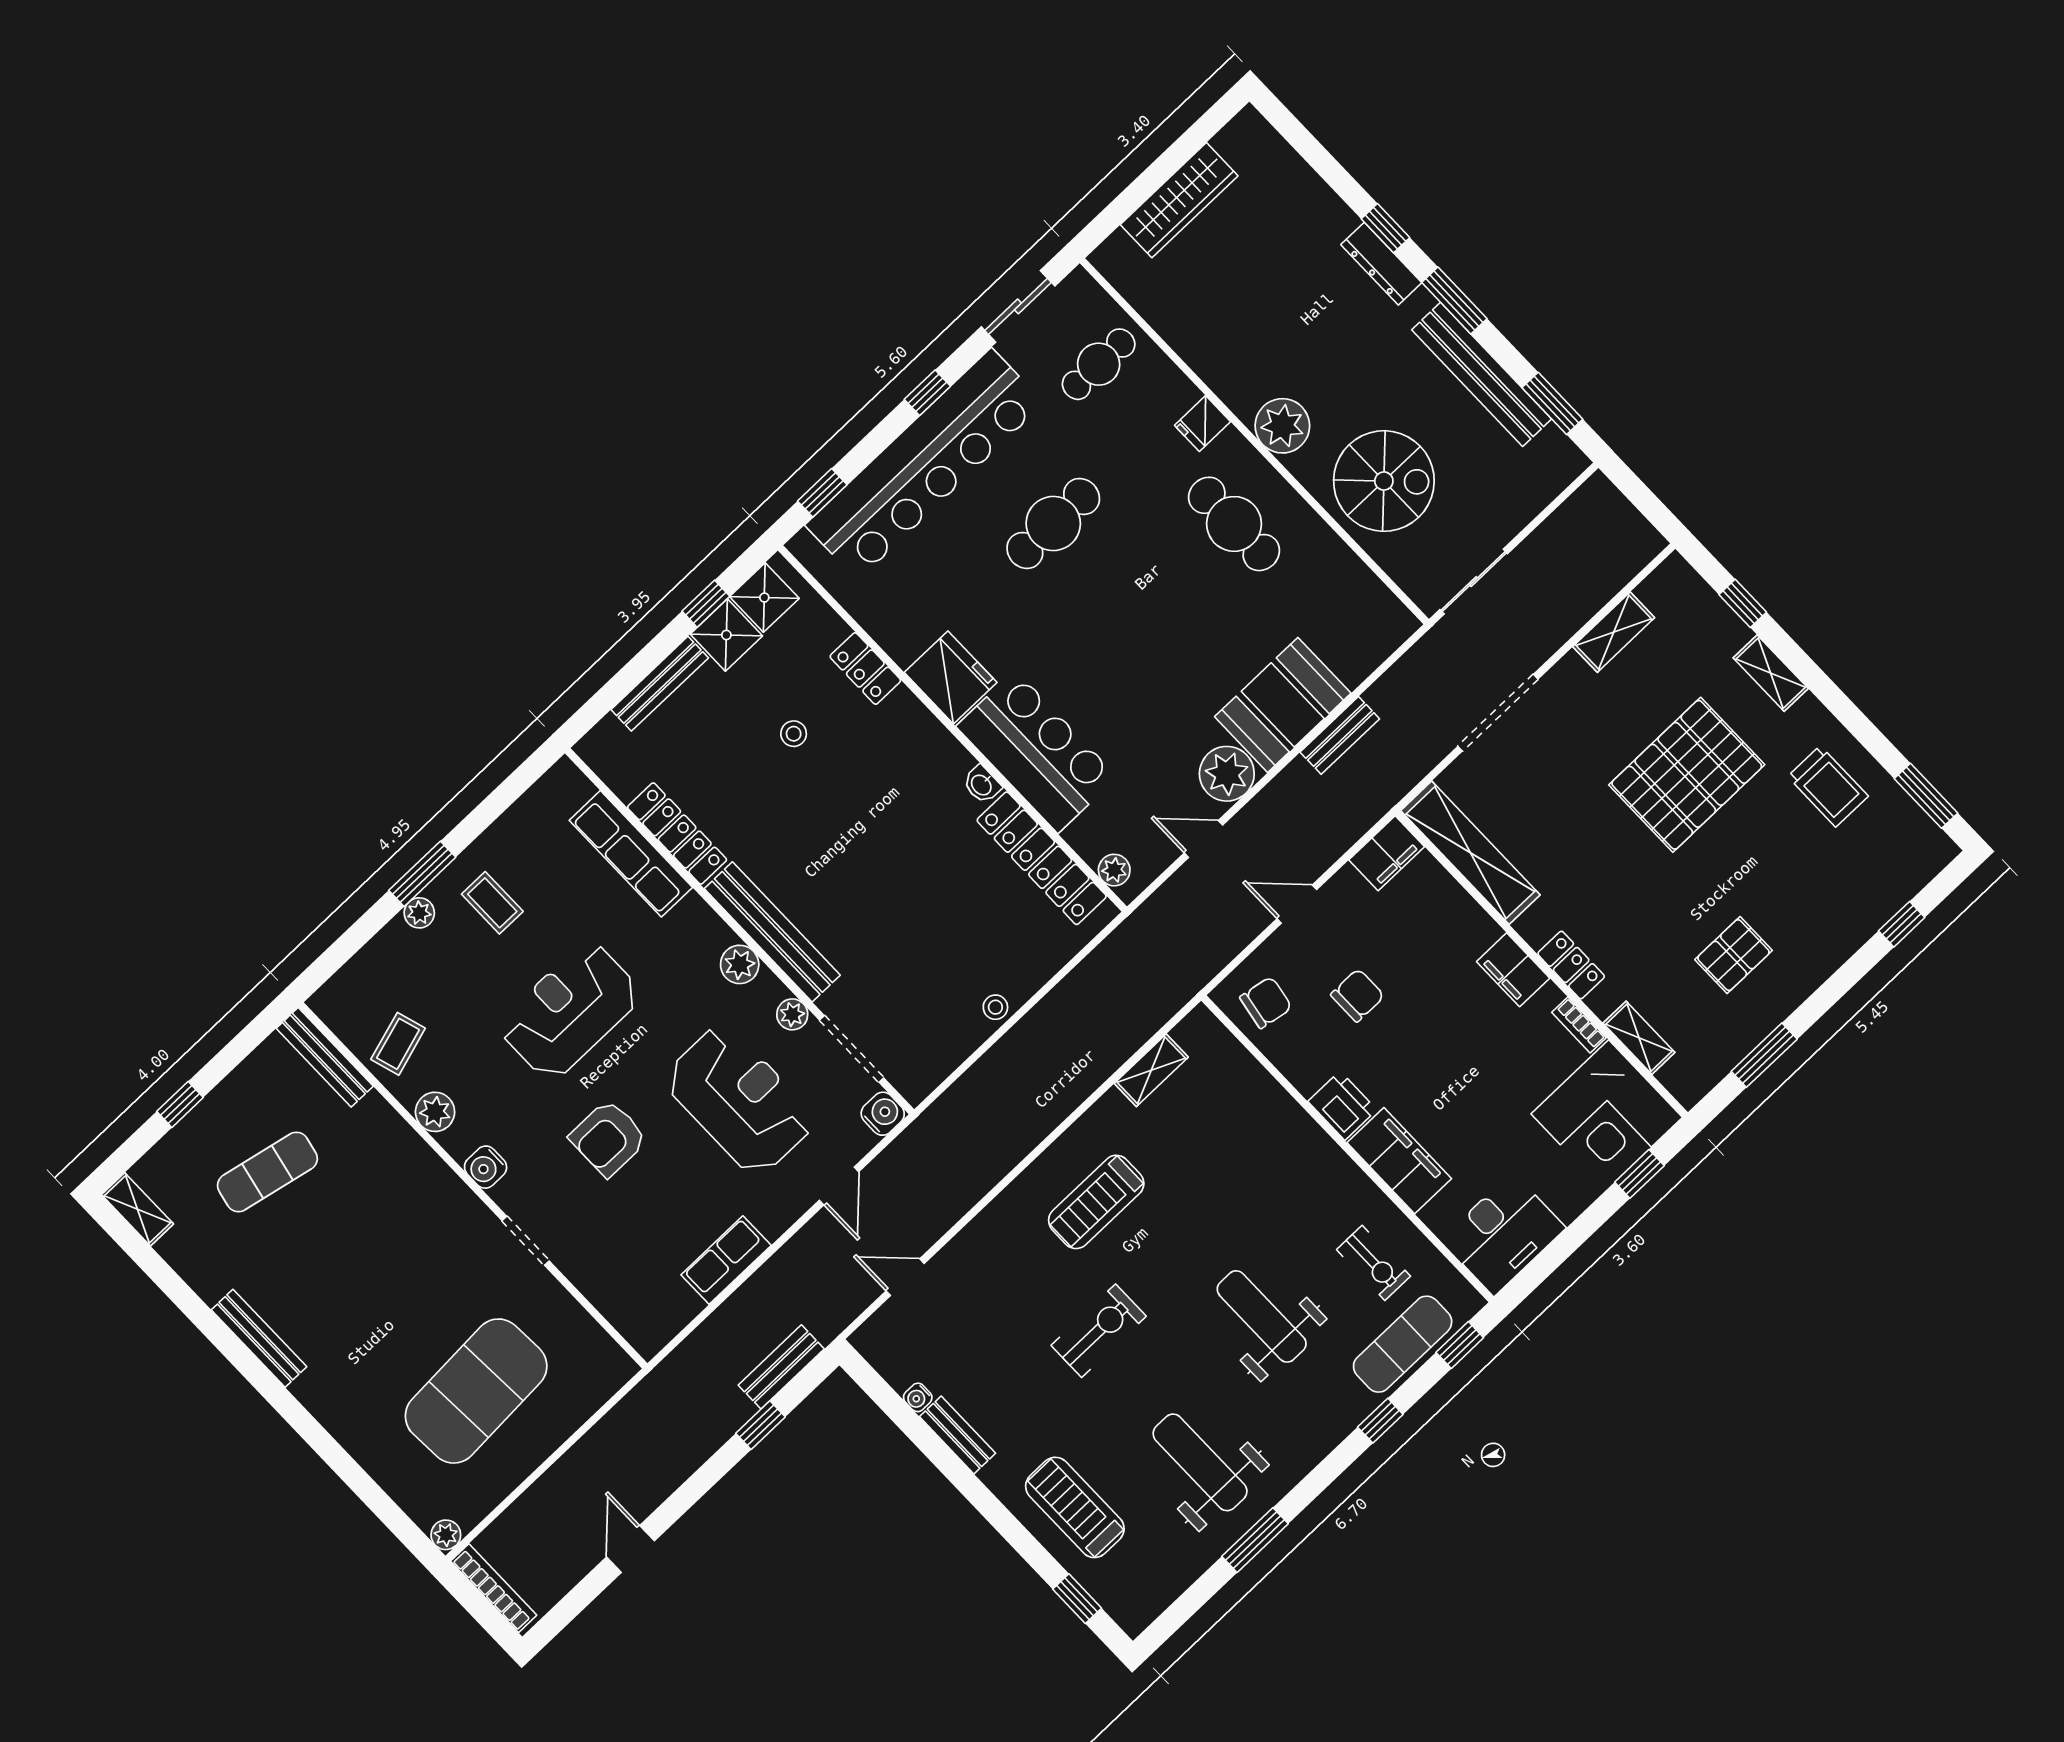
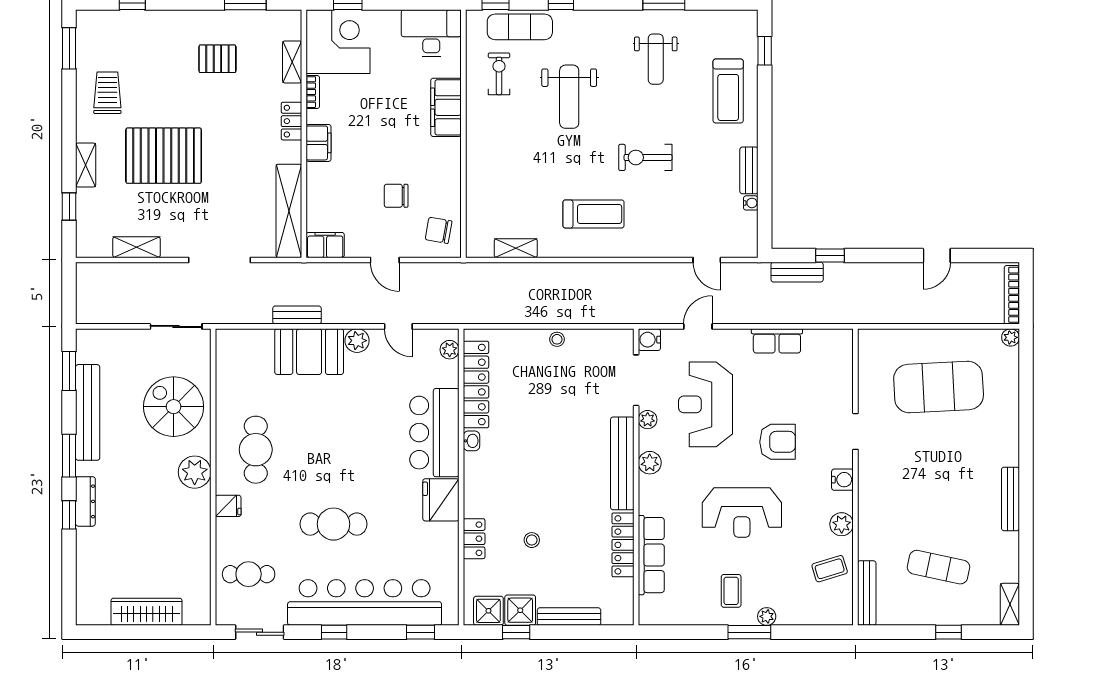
plant: (1227, 774) -> (357, 341), width x0.73, depth x0.73
printer: (1342, 1106) -> (448, 154), removed
weight bench: (1200, 1462) -> (656, 59), width x0.73, depth x0.75

